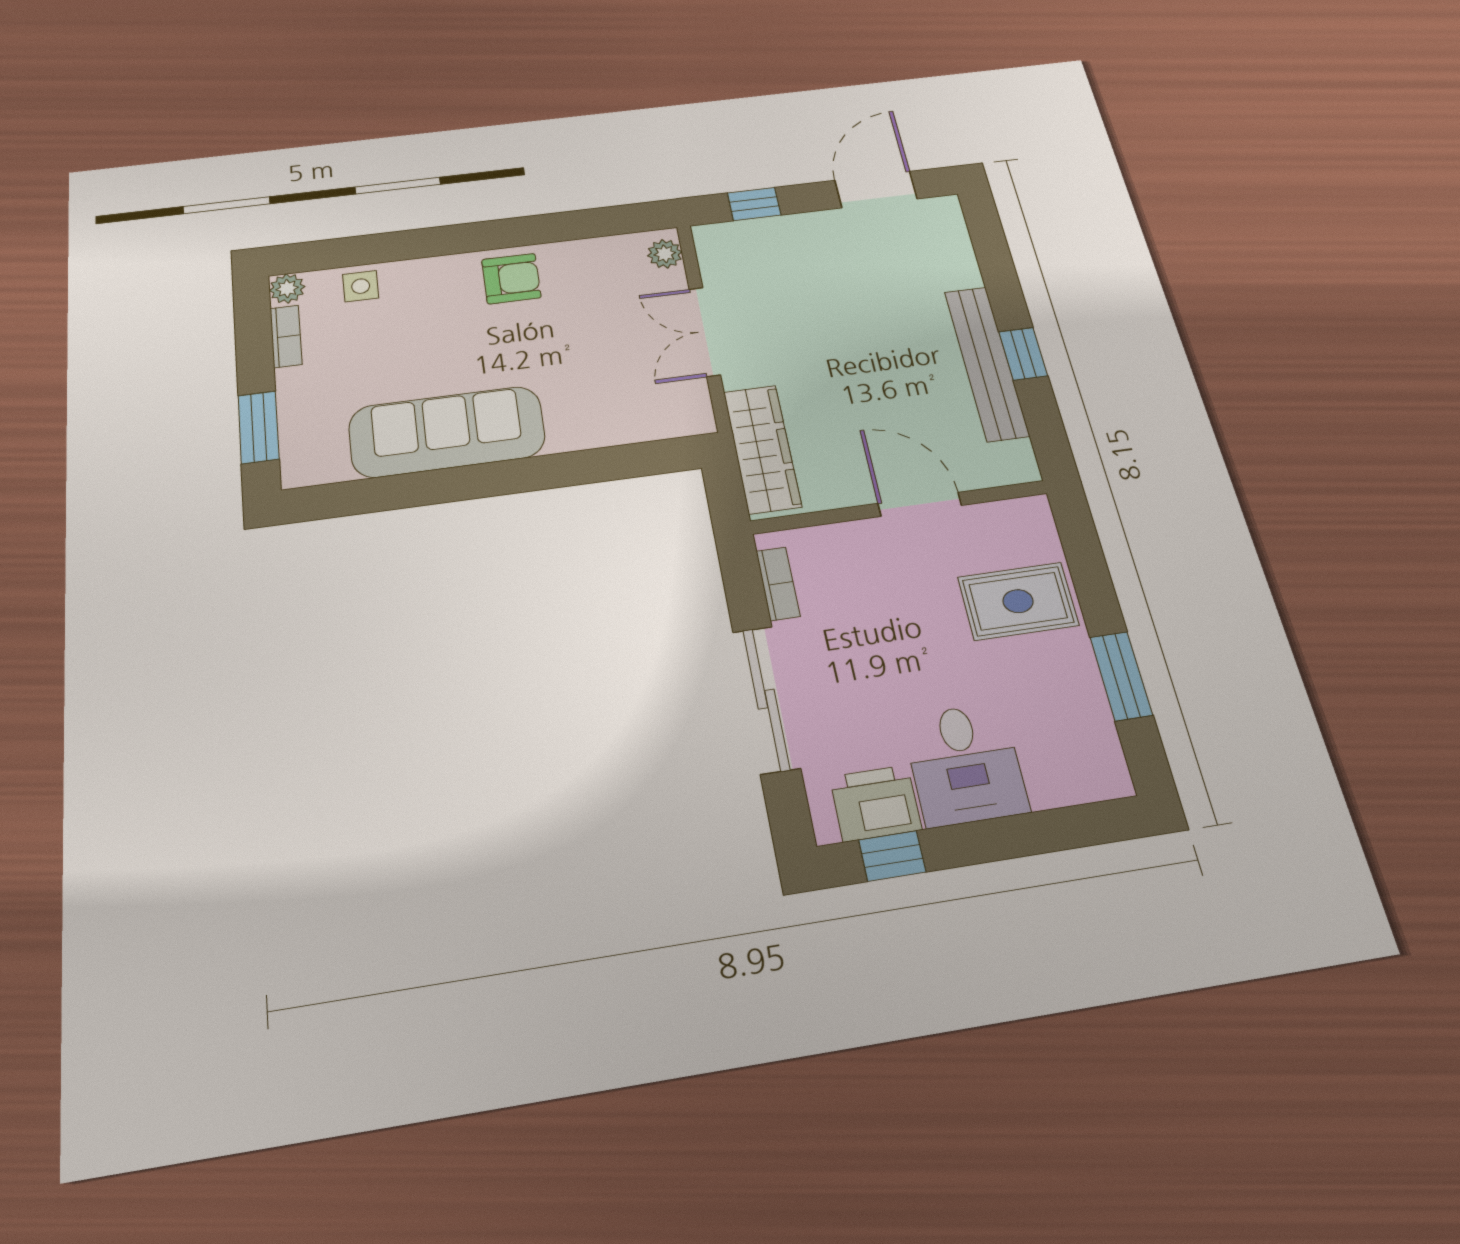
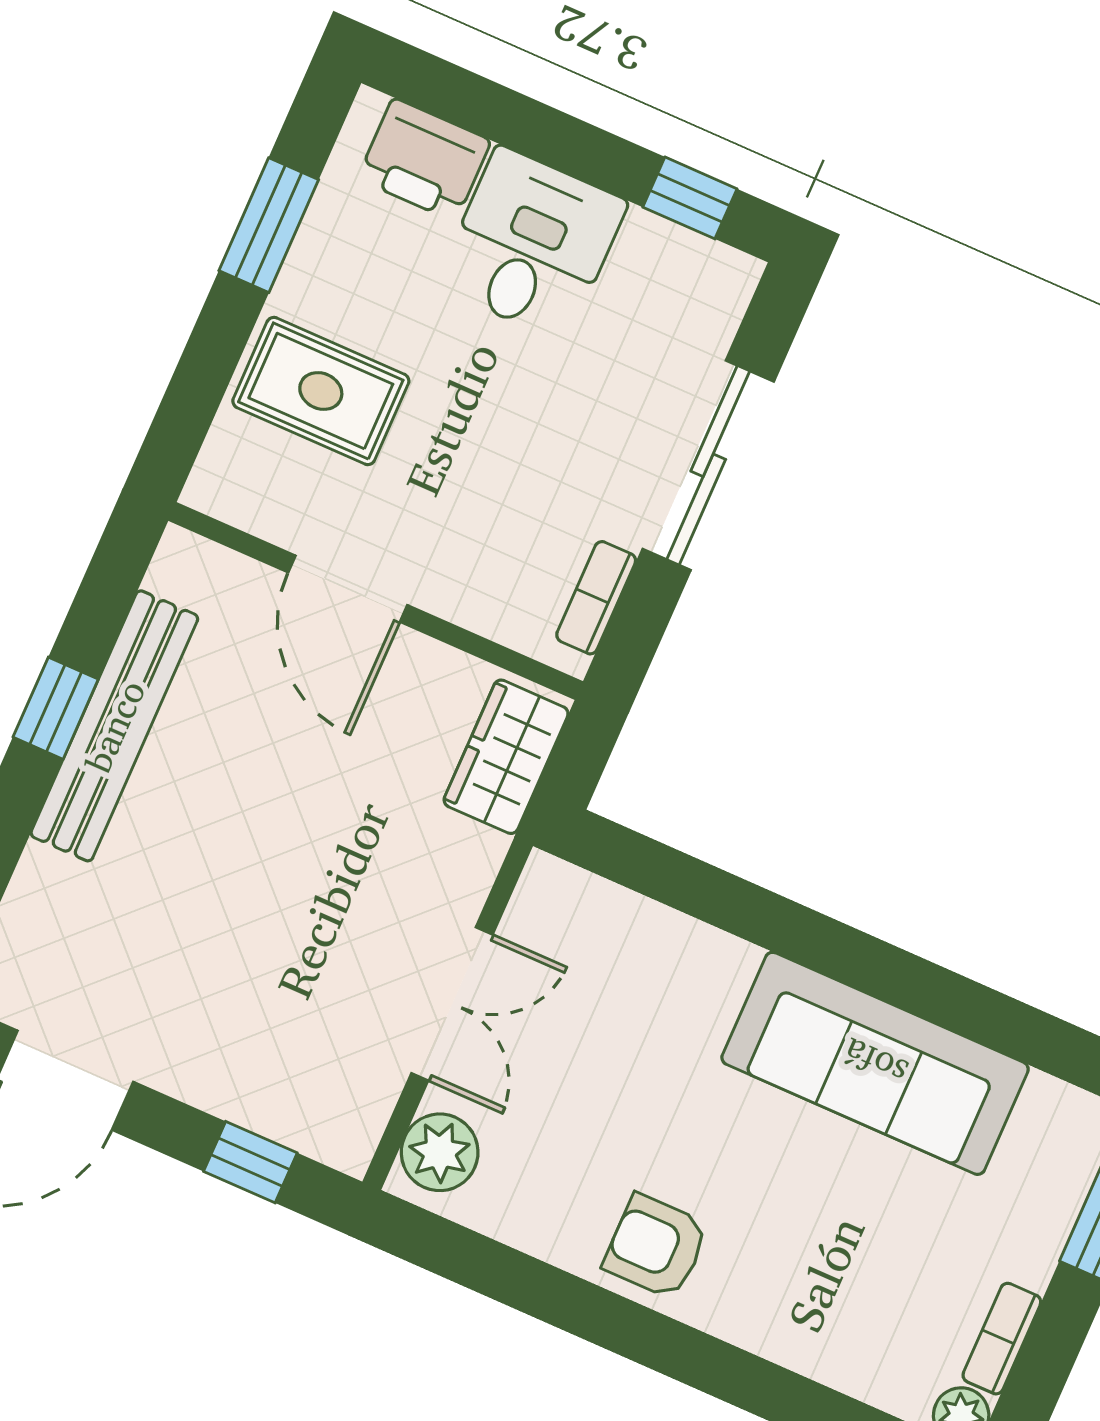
plant: (665, 254) -> (440, 1152), width x1.38, depth x1.38
side table: (361, 286) -> (862, 1359), removed
wardrobe: (762, 449) -> (506, 757), width x0.67
printer: (876, 803) -> (424, 160), moved

